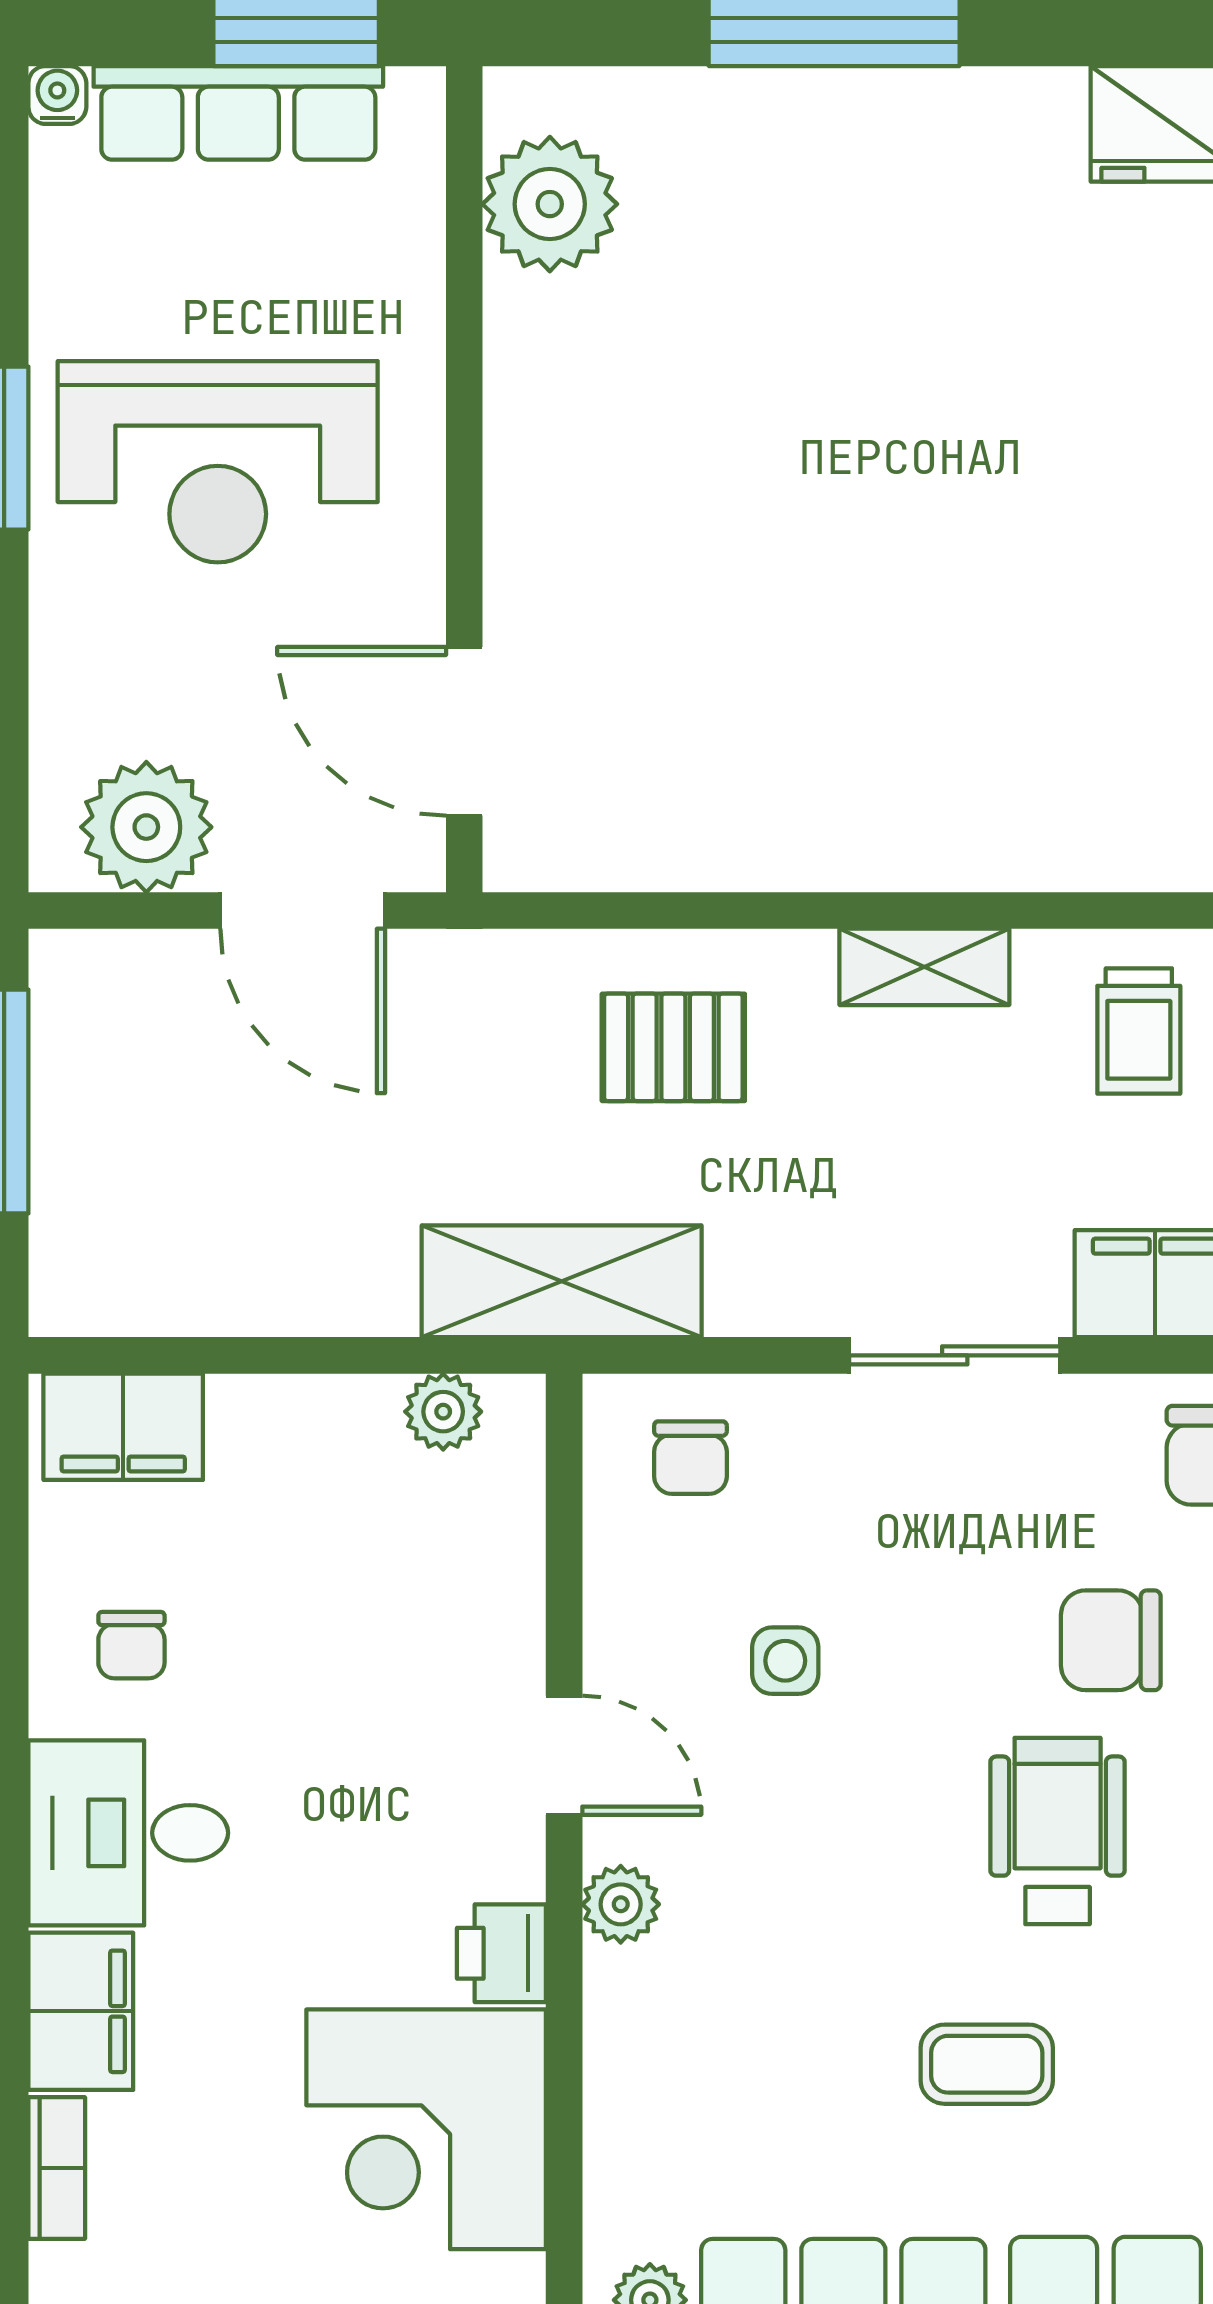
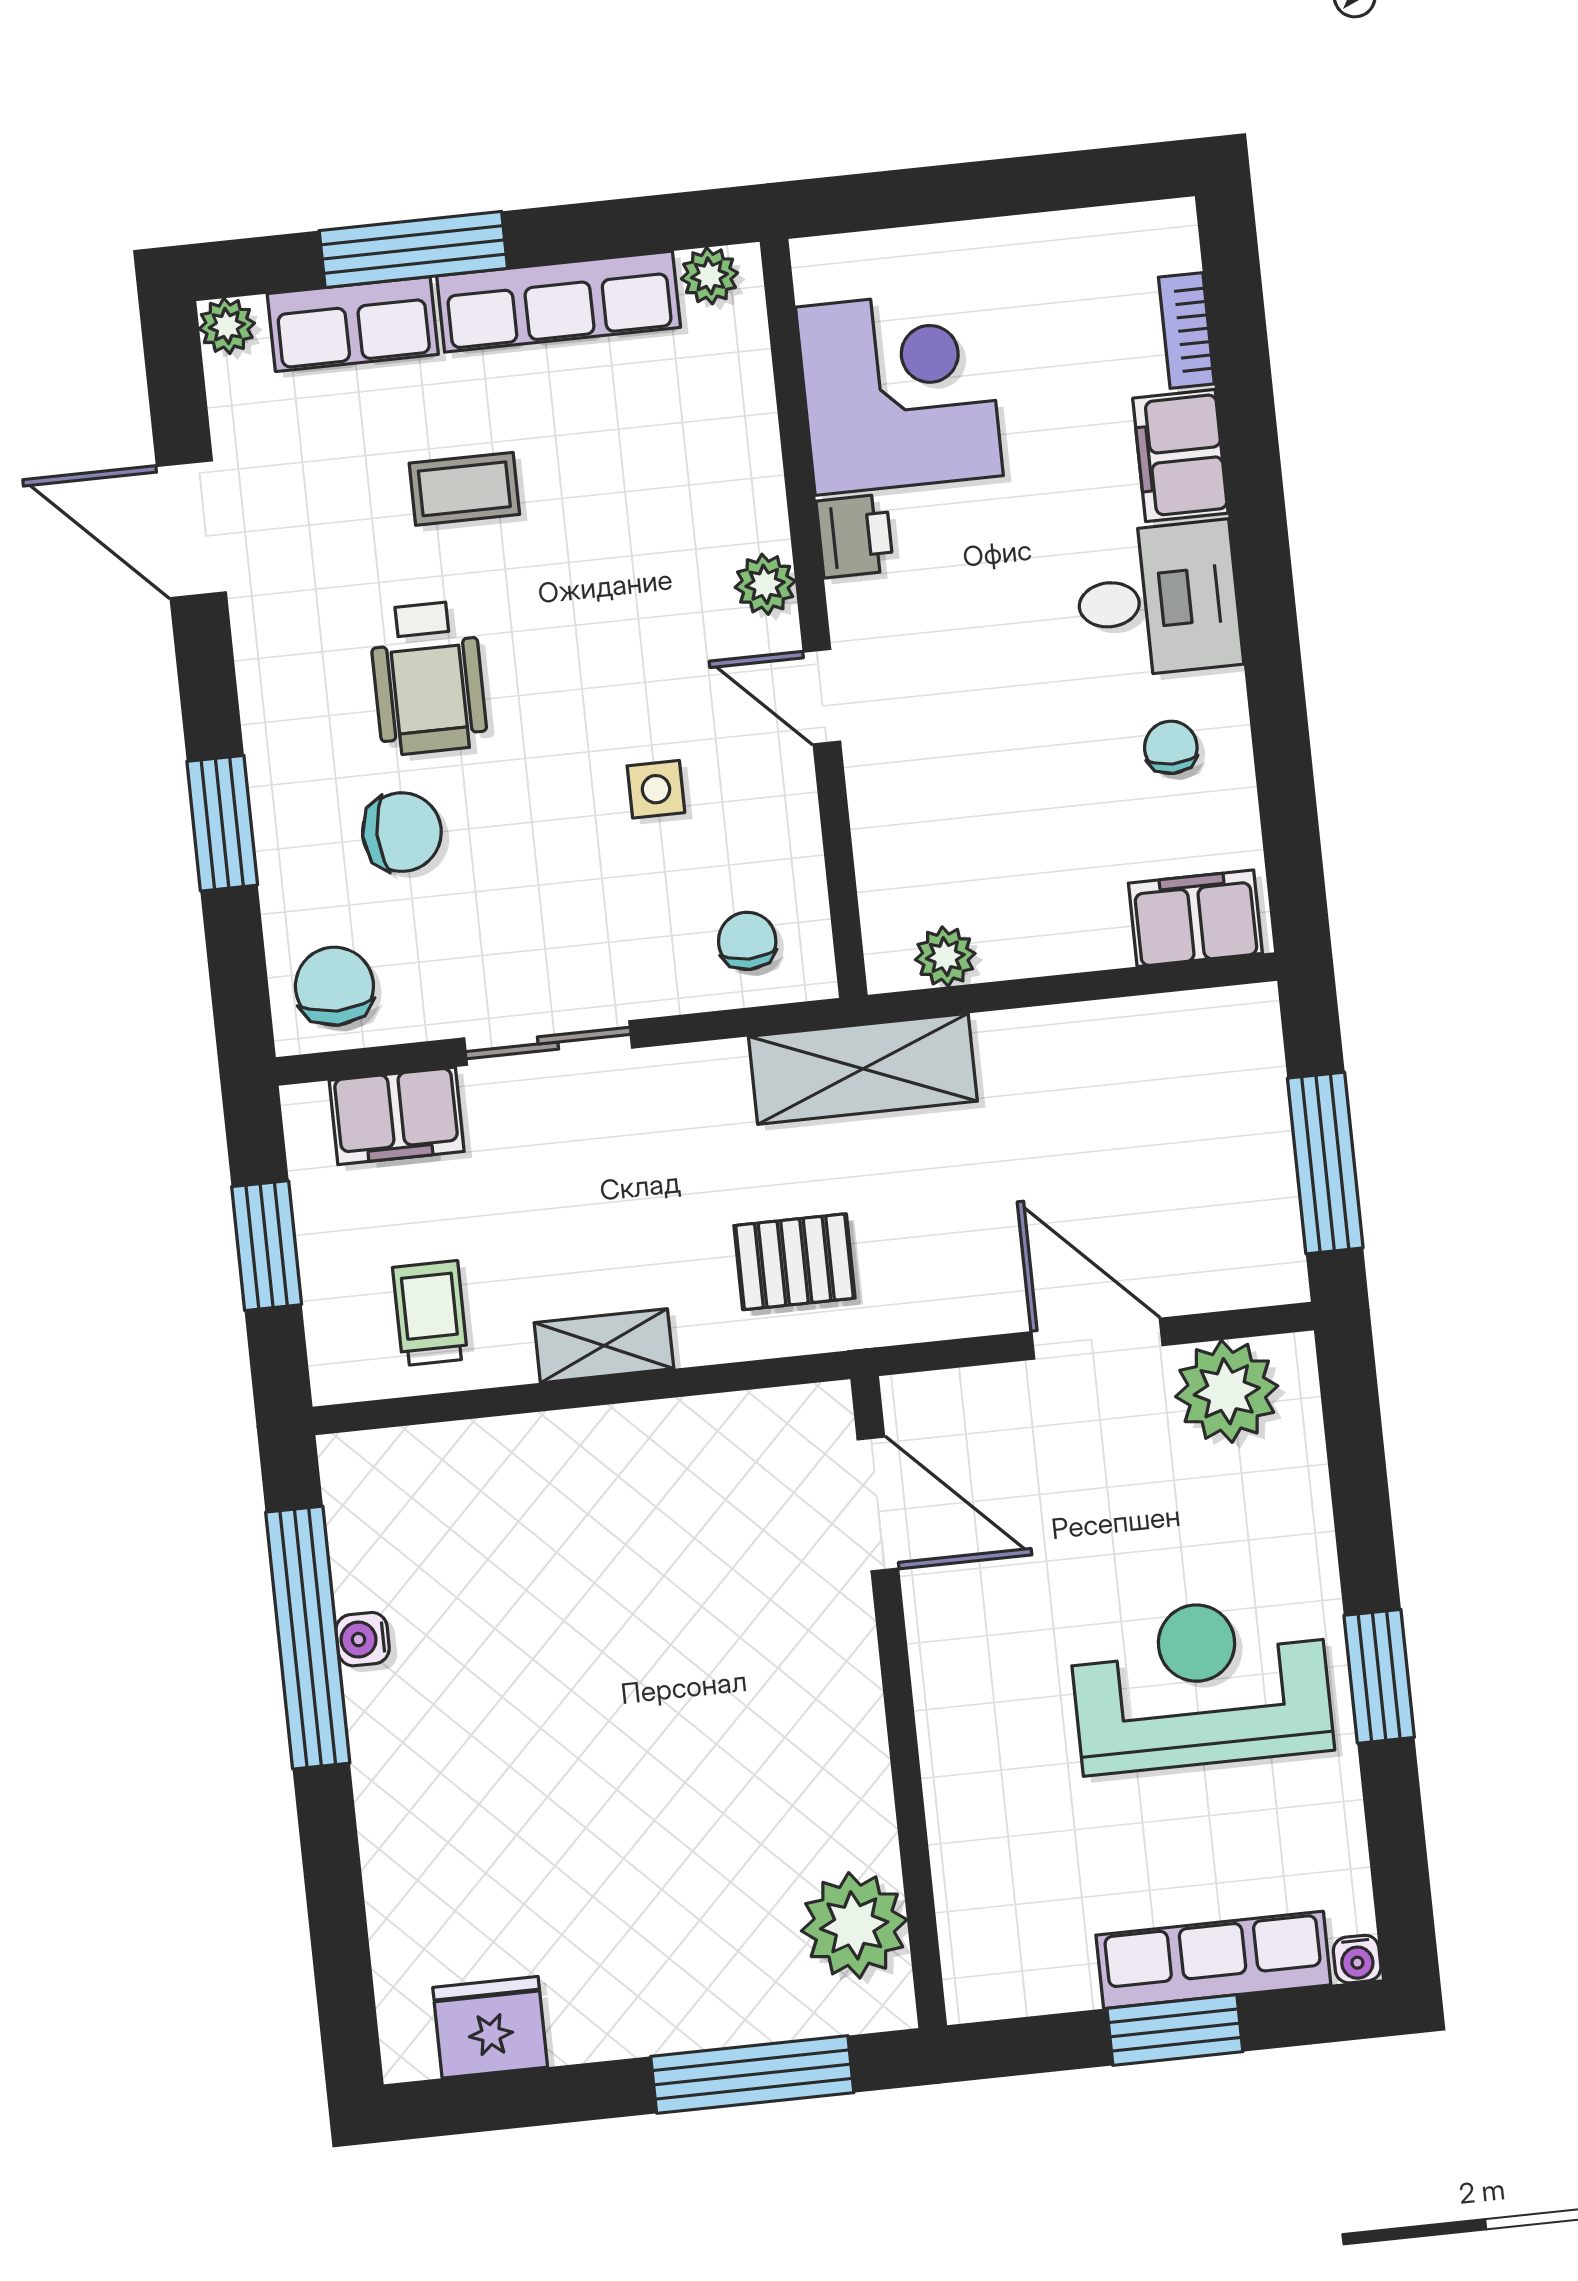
plant: (550, 204) -> (854, 1925), moved
wall: (464, 479) -> (899, 1702), moved
door: (464, 731) -> (878, 1504), moved

